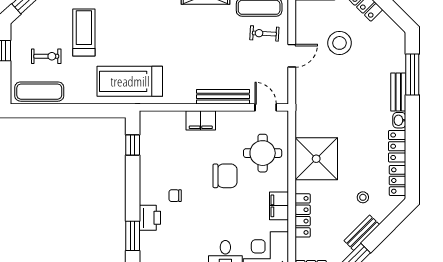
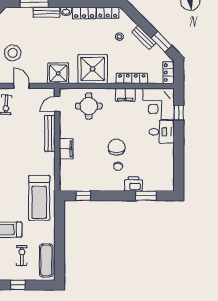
shower: (310, 109) -> (58, 73), added
chair: (225, 176) -> (117, 147), moved

